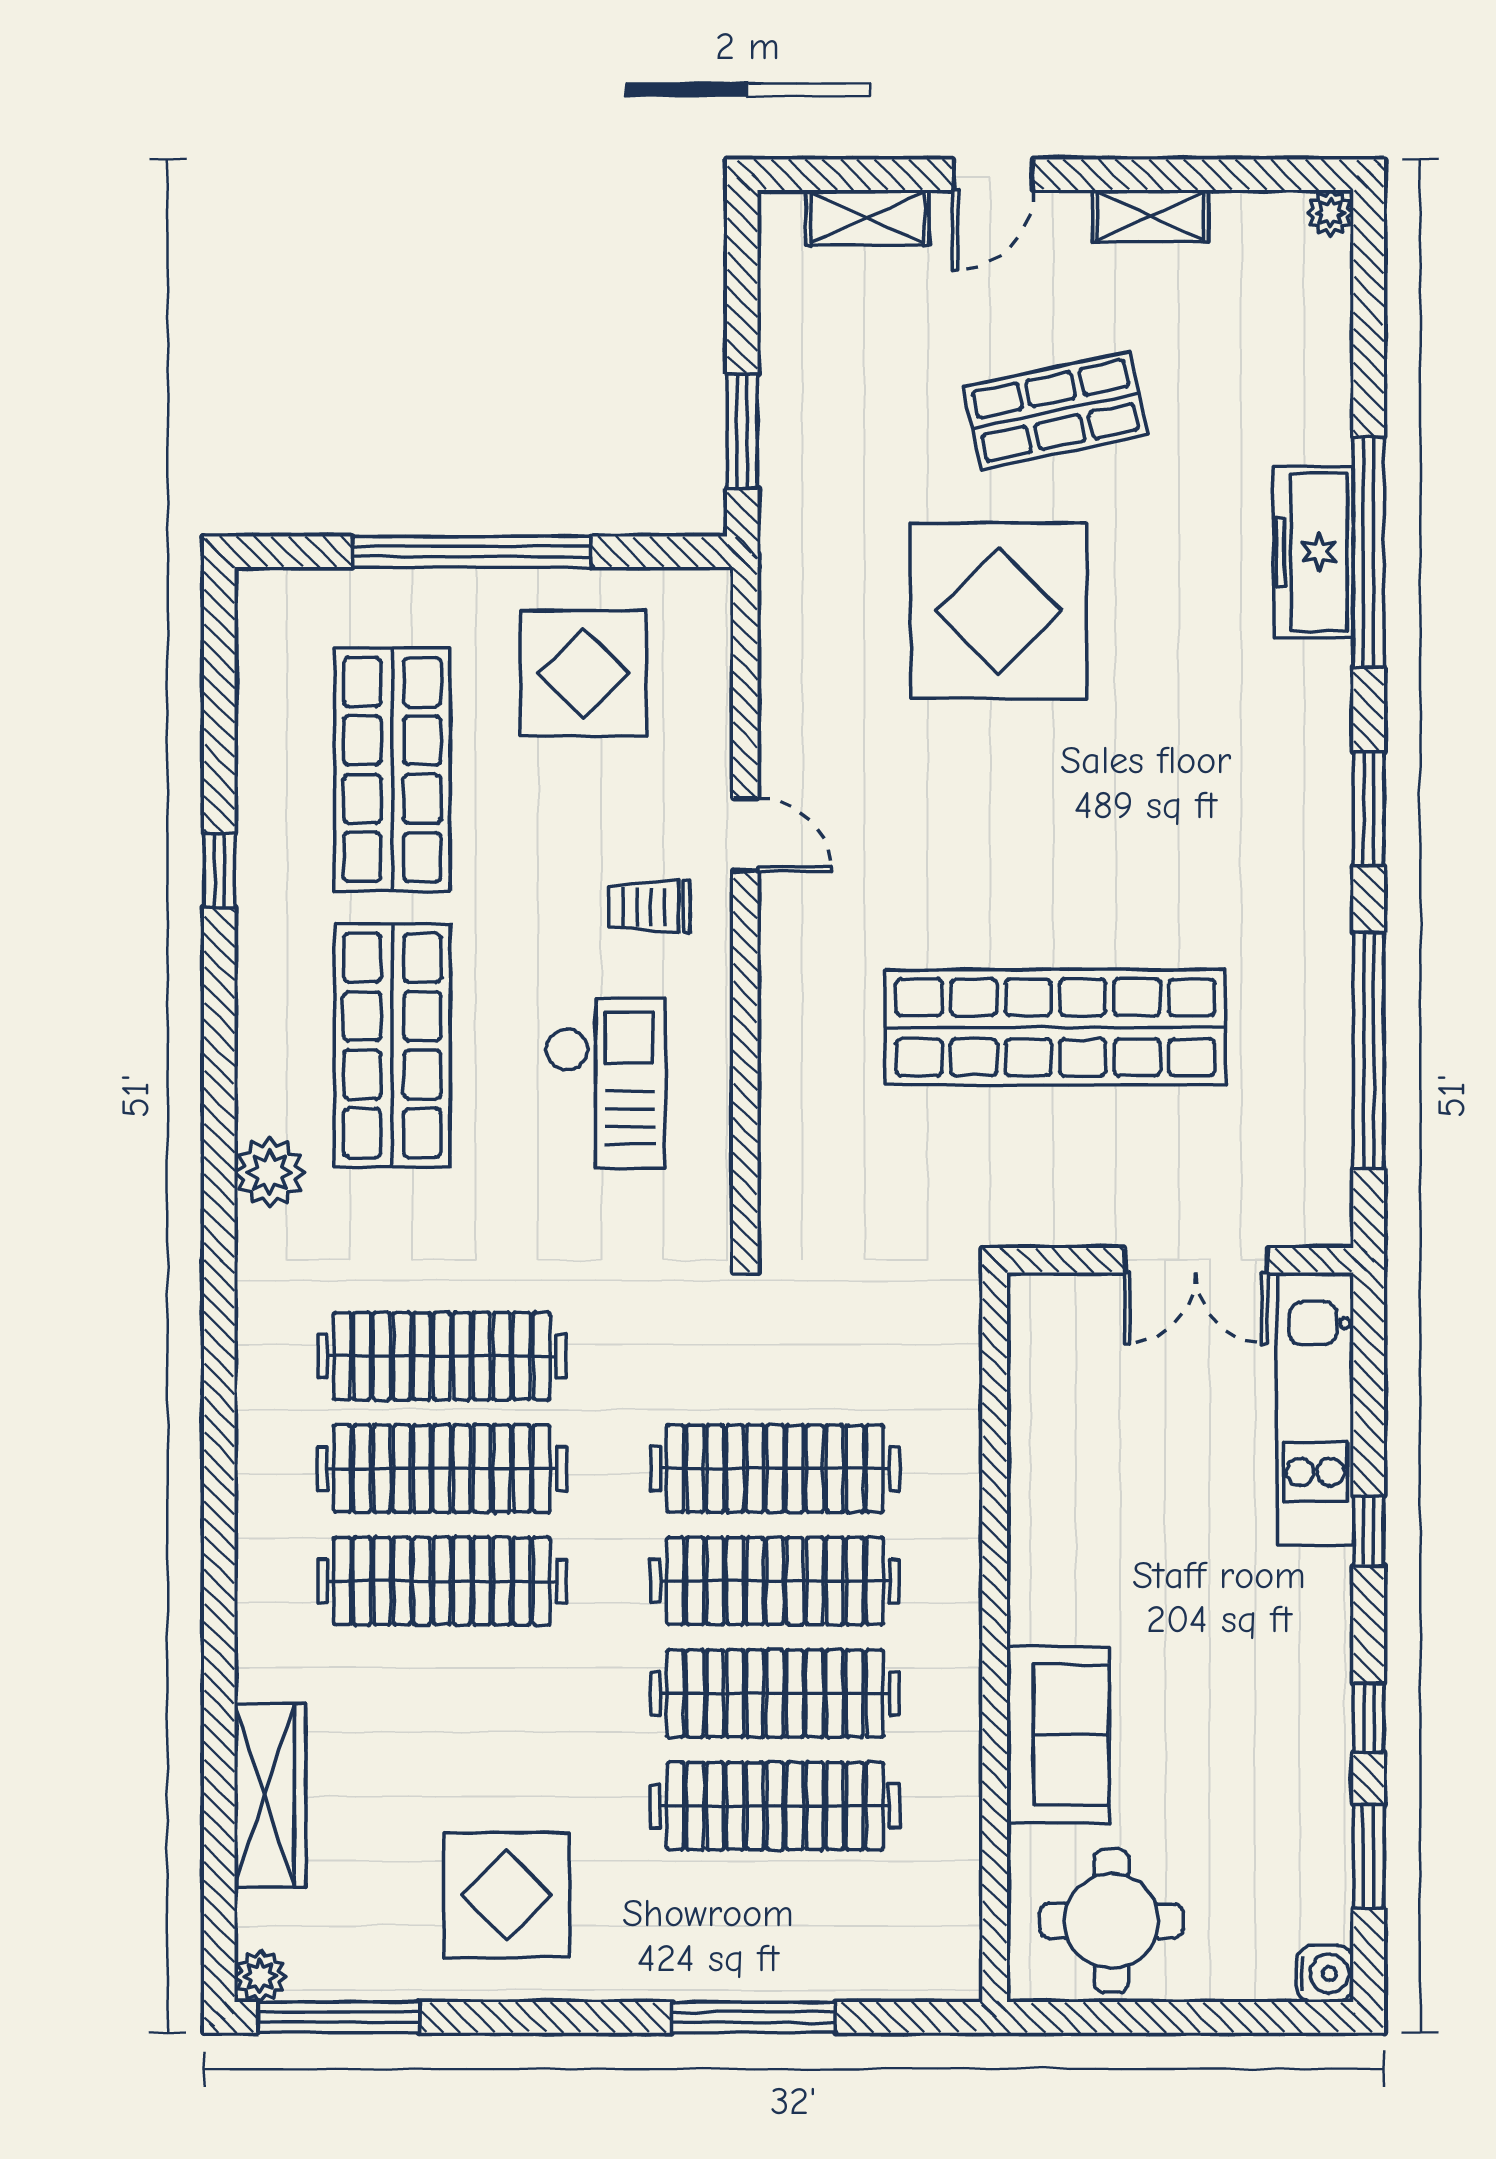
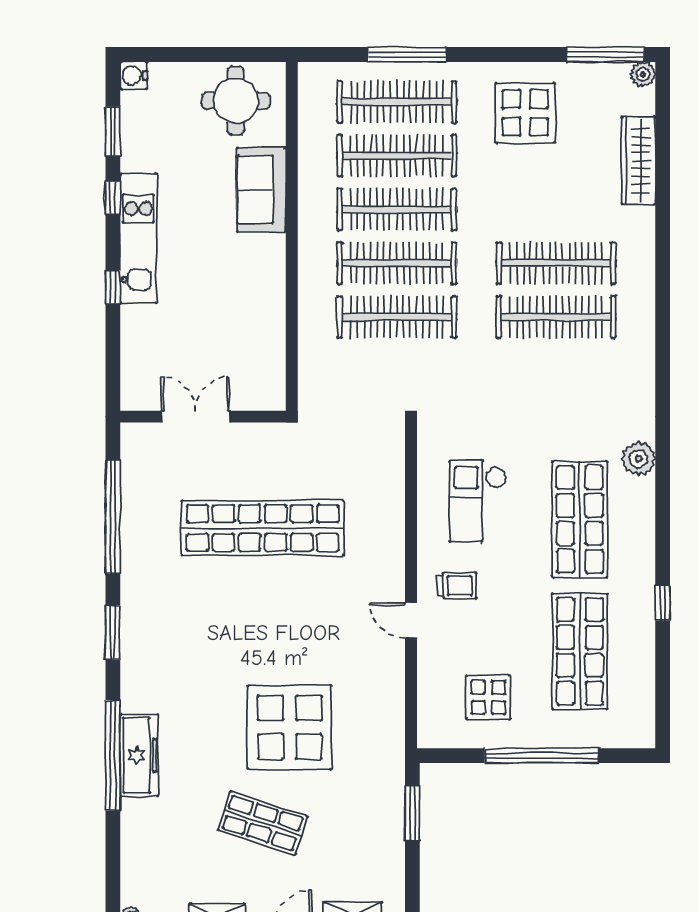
shop shelf: (1055, 411) -> (263, 823), turned 30
display table: (583, 673) -> (488, 697), width x0.73, depth x0.73
clothes rail: (442, 1356) -> (397, 102), moved
kitchen unit: (1315, 1410) -> (138, 238), moved

